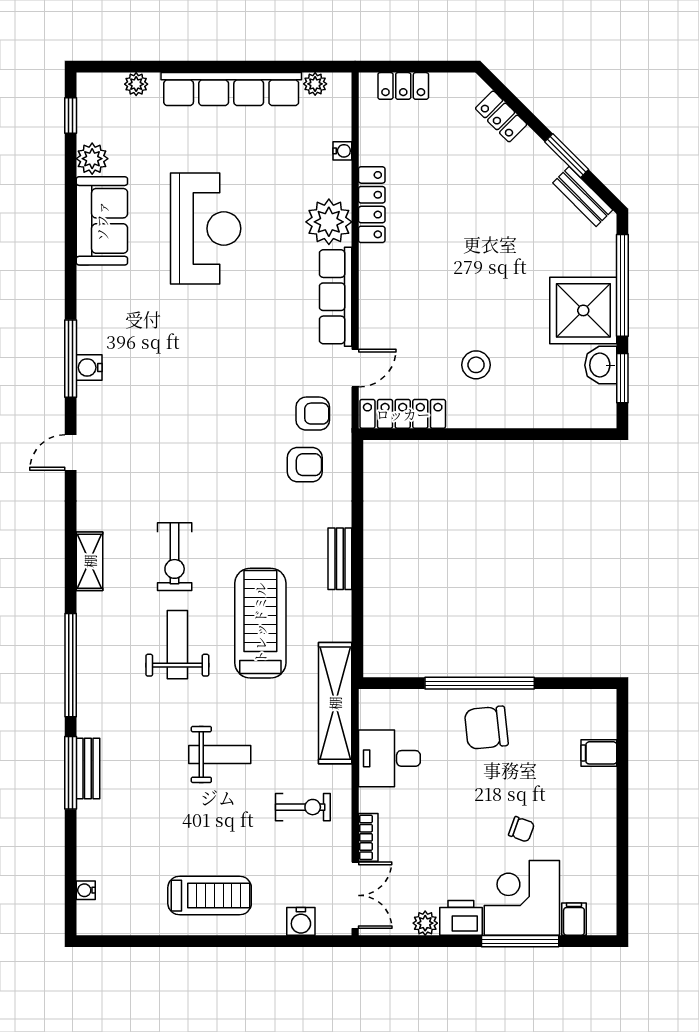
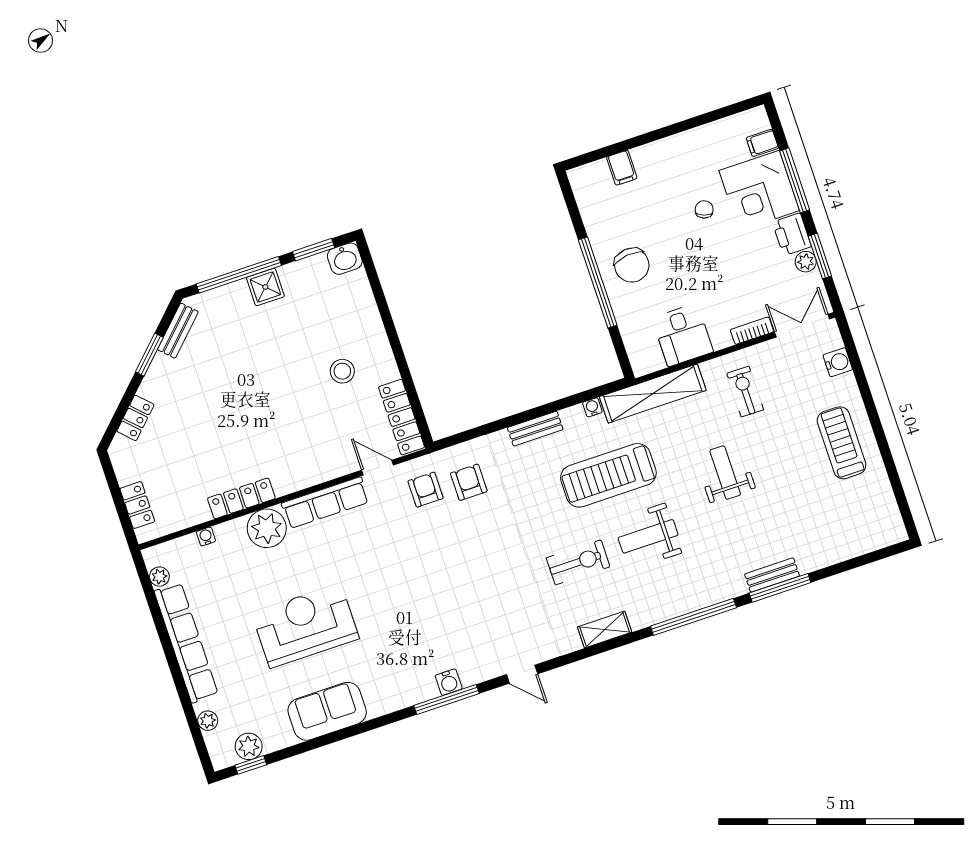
plant: (92, 159) -> (249, 746), moved
shower: (583, 310) -> (265, 287), width x0.54, depth x0.54
washbasin: (601, 365) -> (345, 259), moved
water cooler: (86, 890) -> (592, 407), moved, turned 180
window: (426, 941) -> (820, 256), added

